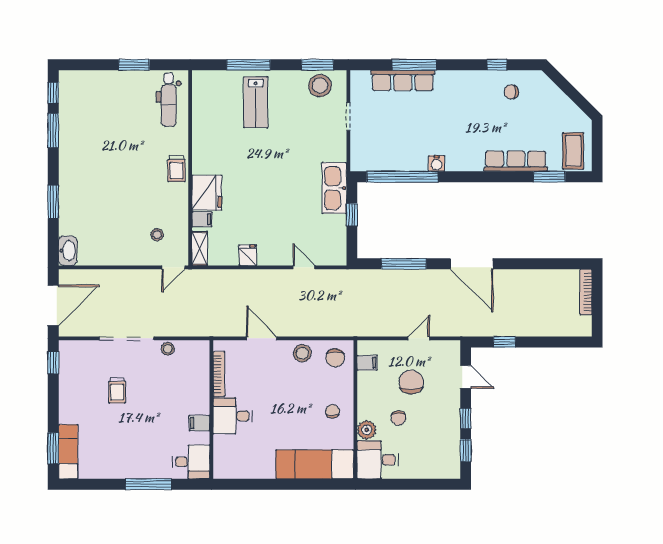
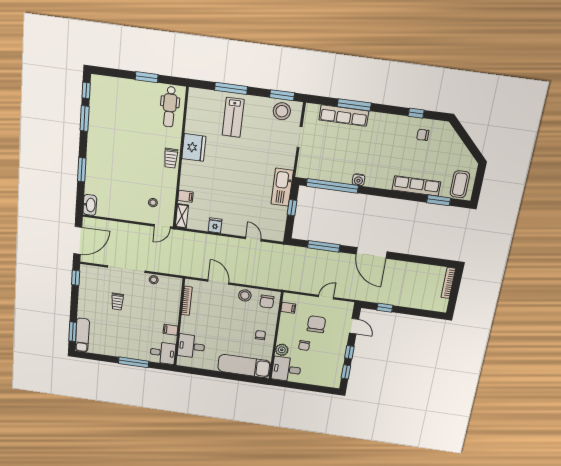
fridge: (207, 193) -> (194, 147), moved
desk: (233, 416) -> (191, 346), moved

